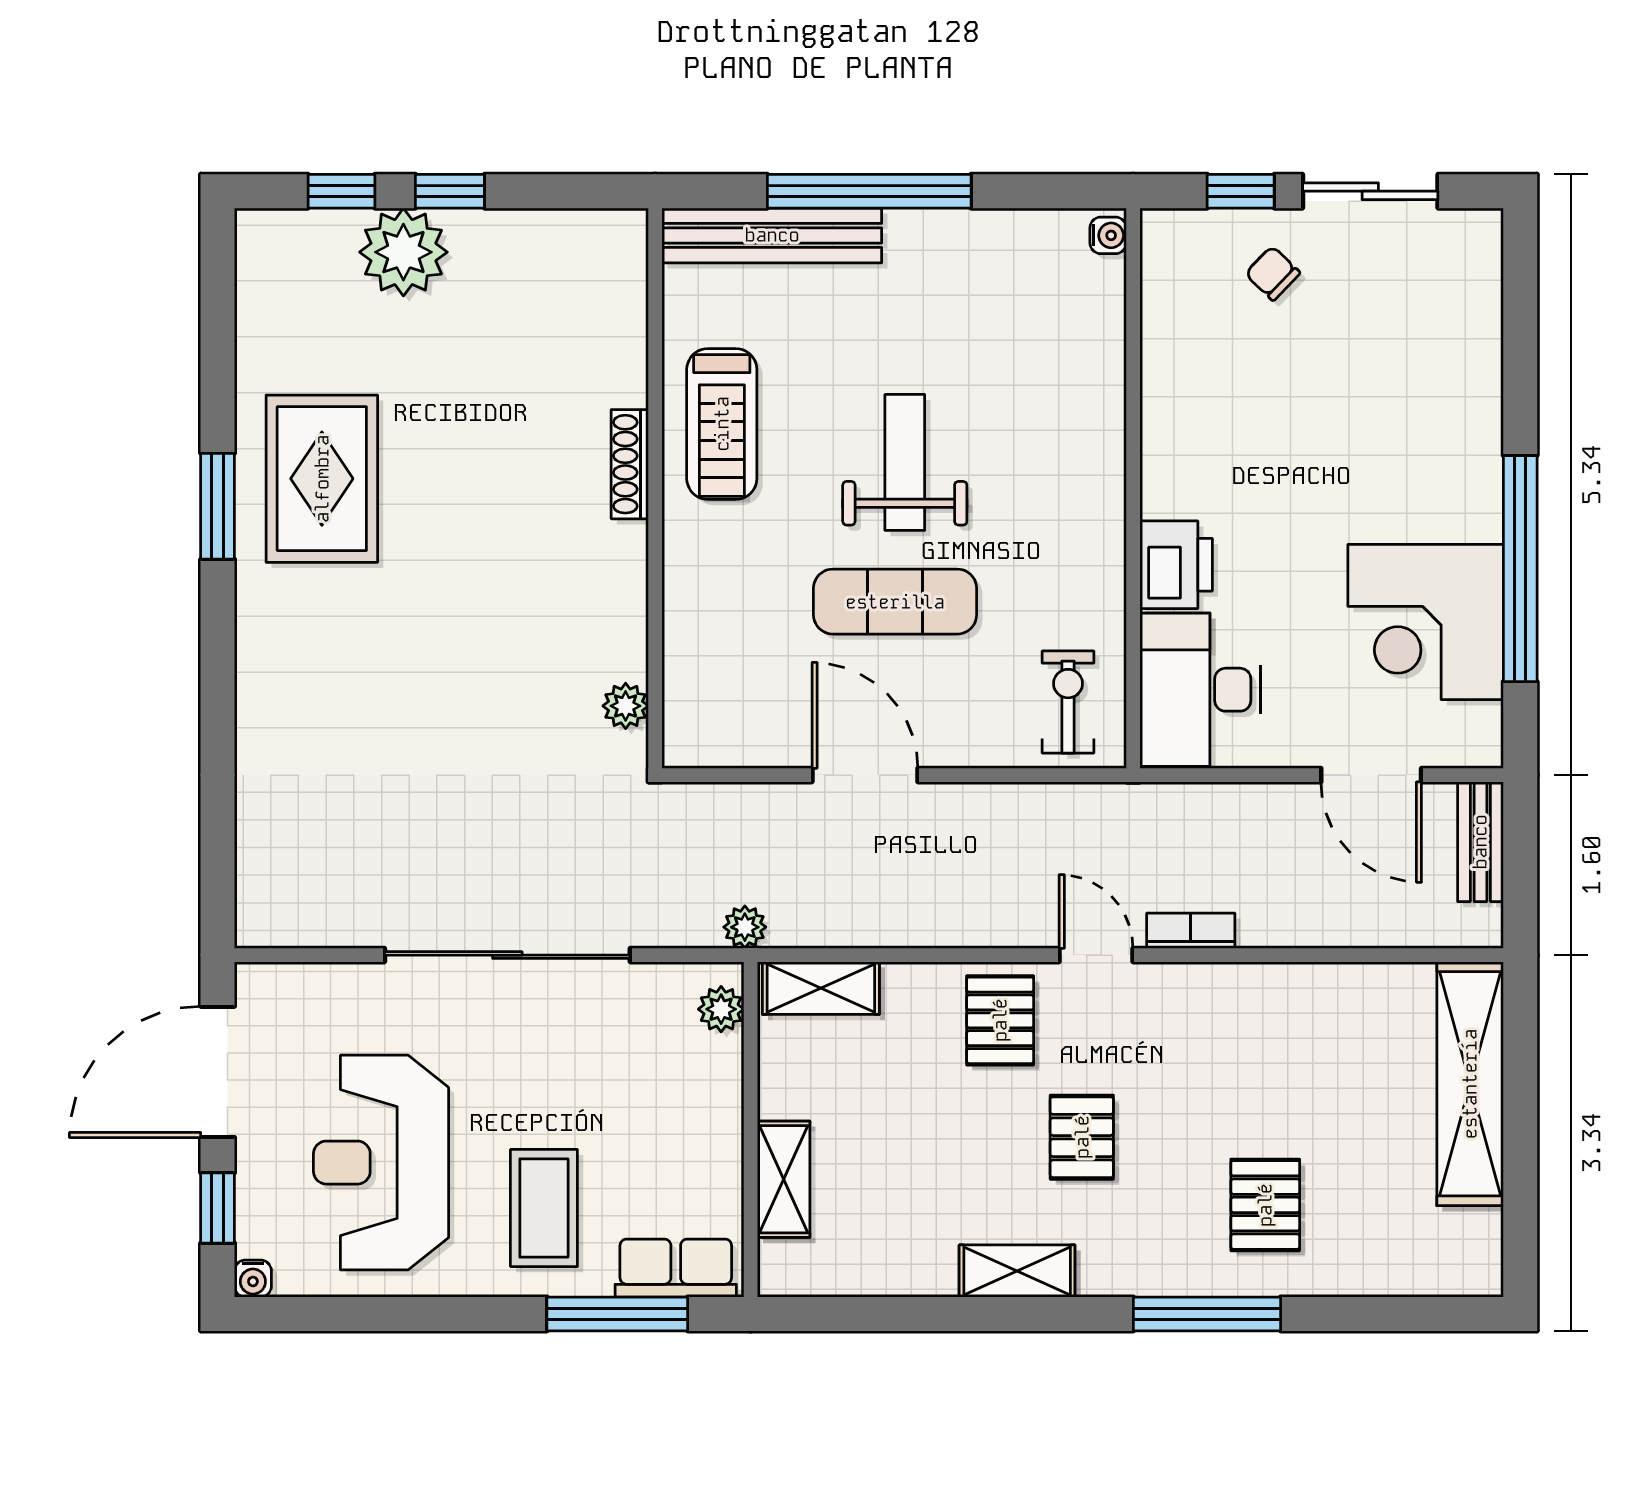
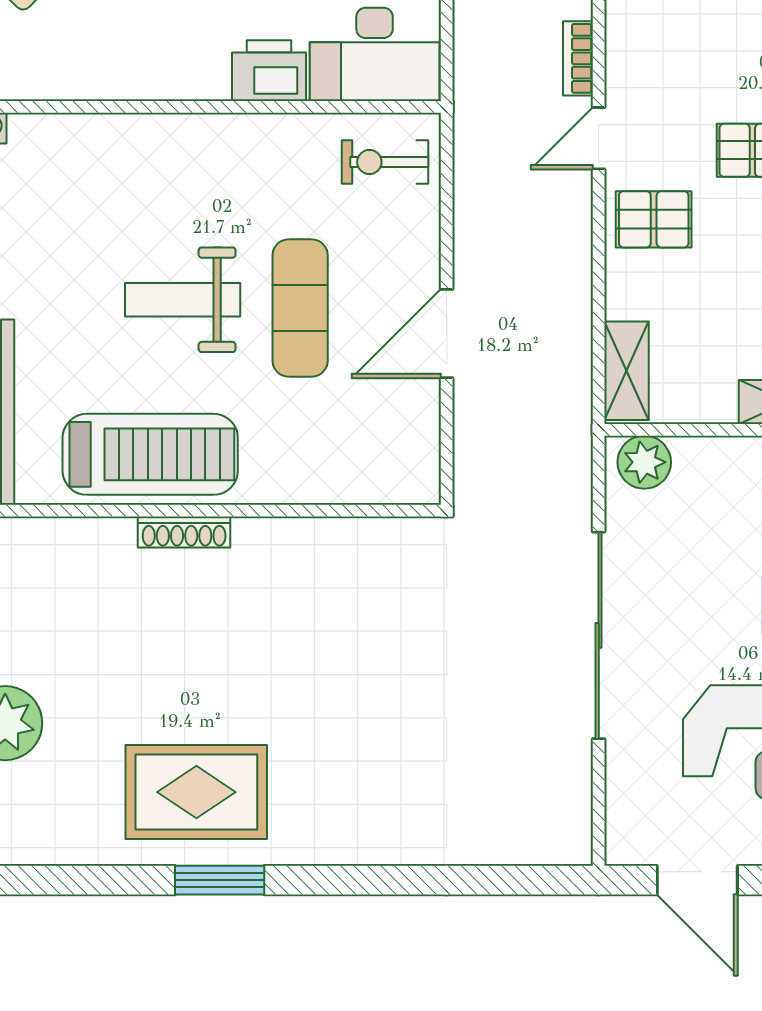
treadmill: (722, 424) -> (150, 454), width x1.37, depth x1.38
plant: (626, 706) -> (388, 536), removed
plant: (745, 927) -> (575, 435), removed
plant: (721, 1009) -> (644, 462), width x1.38, depth x1.38
door: (218, 1072) -> (697, 880), width x0.73

